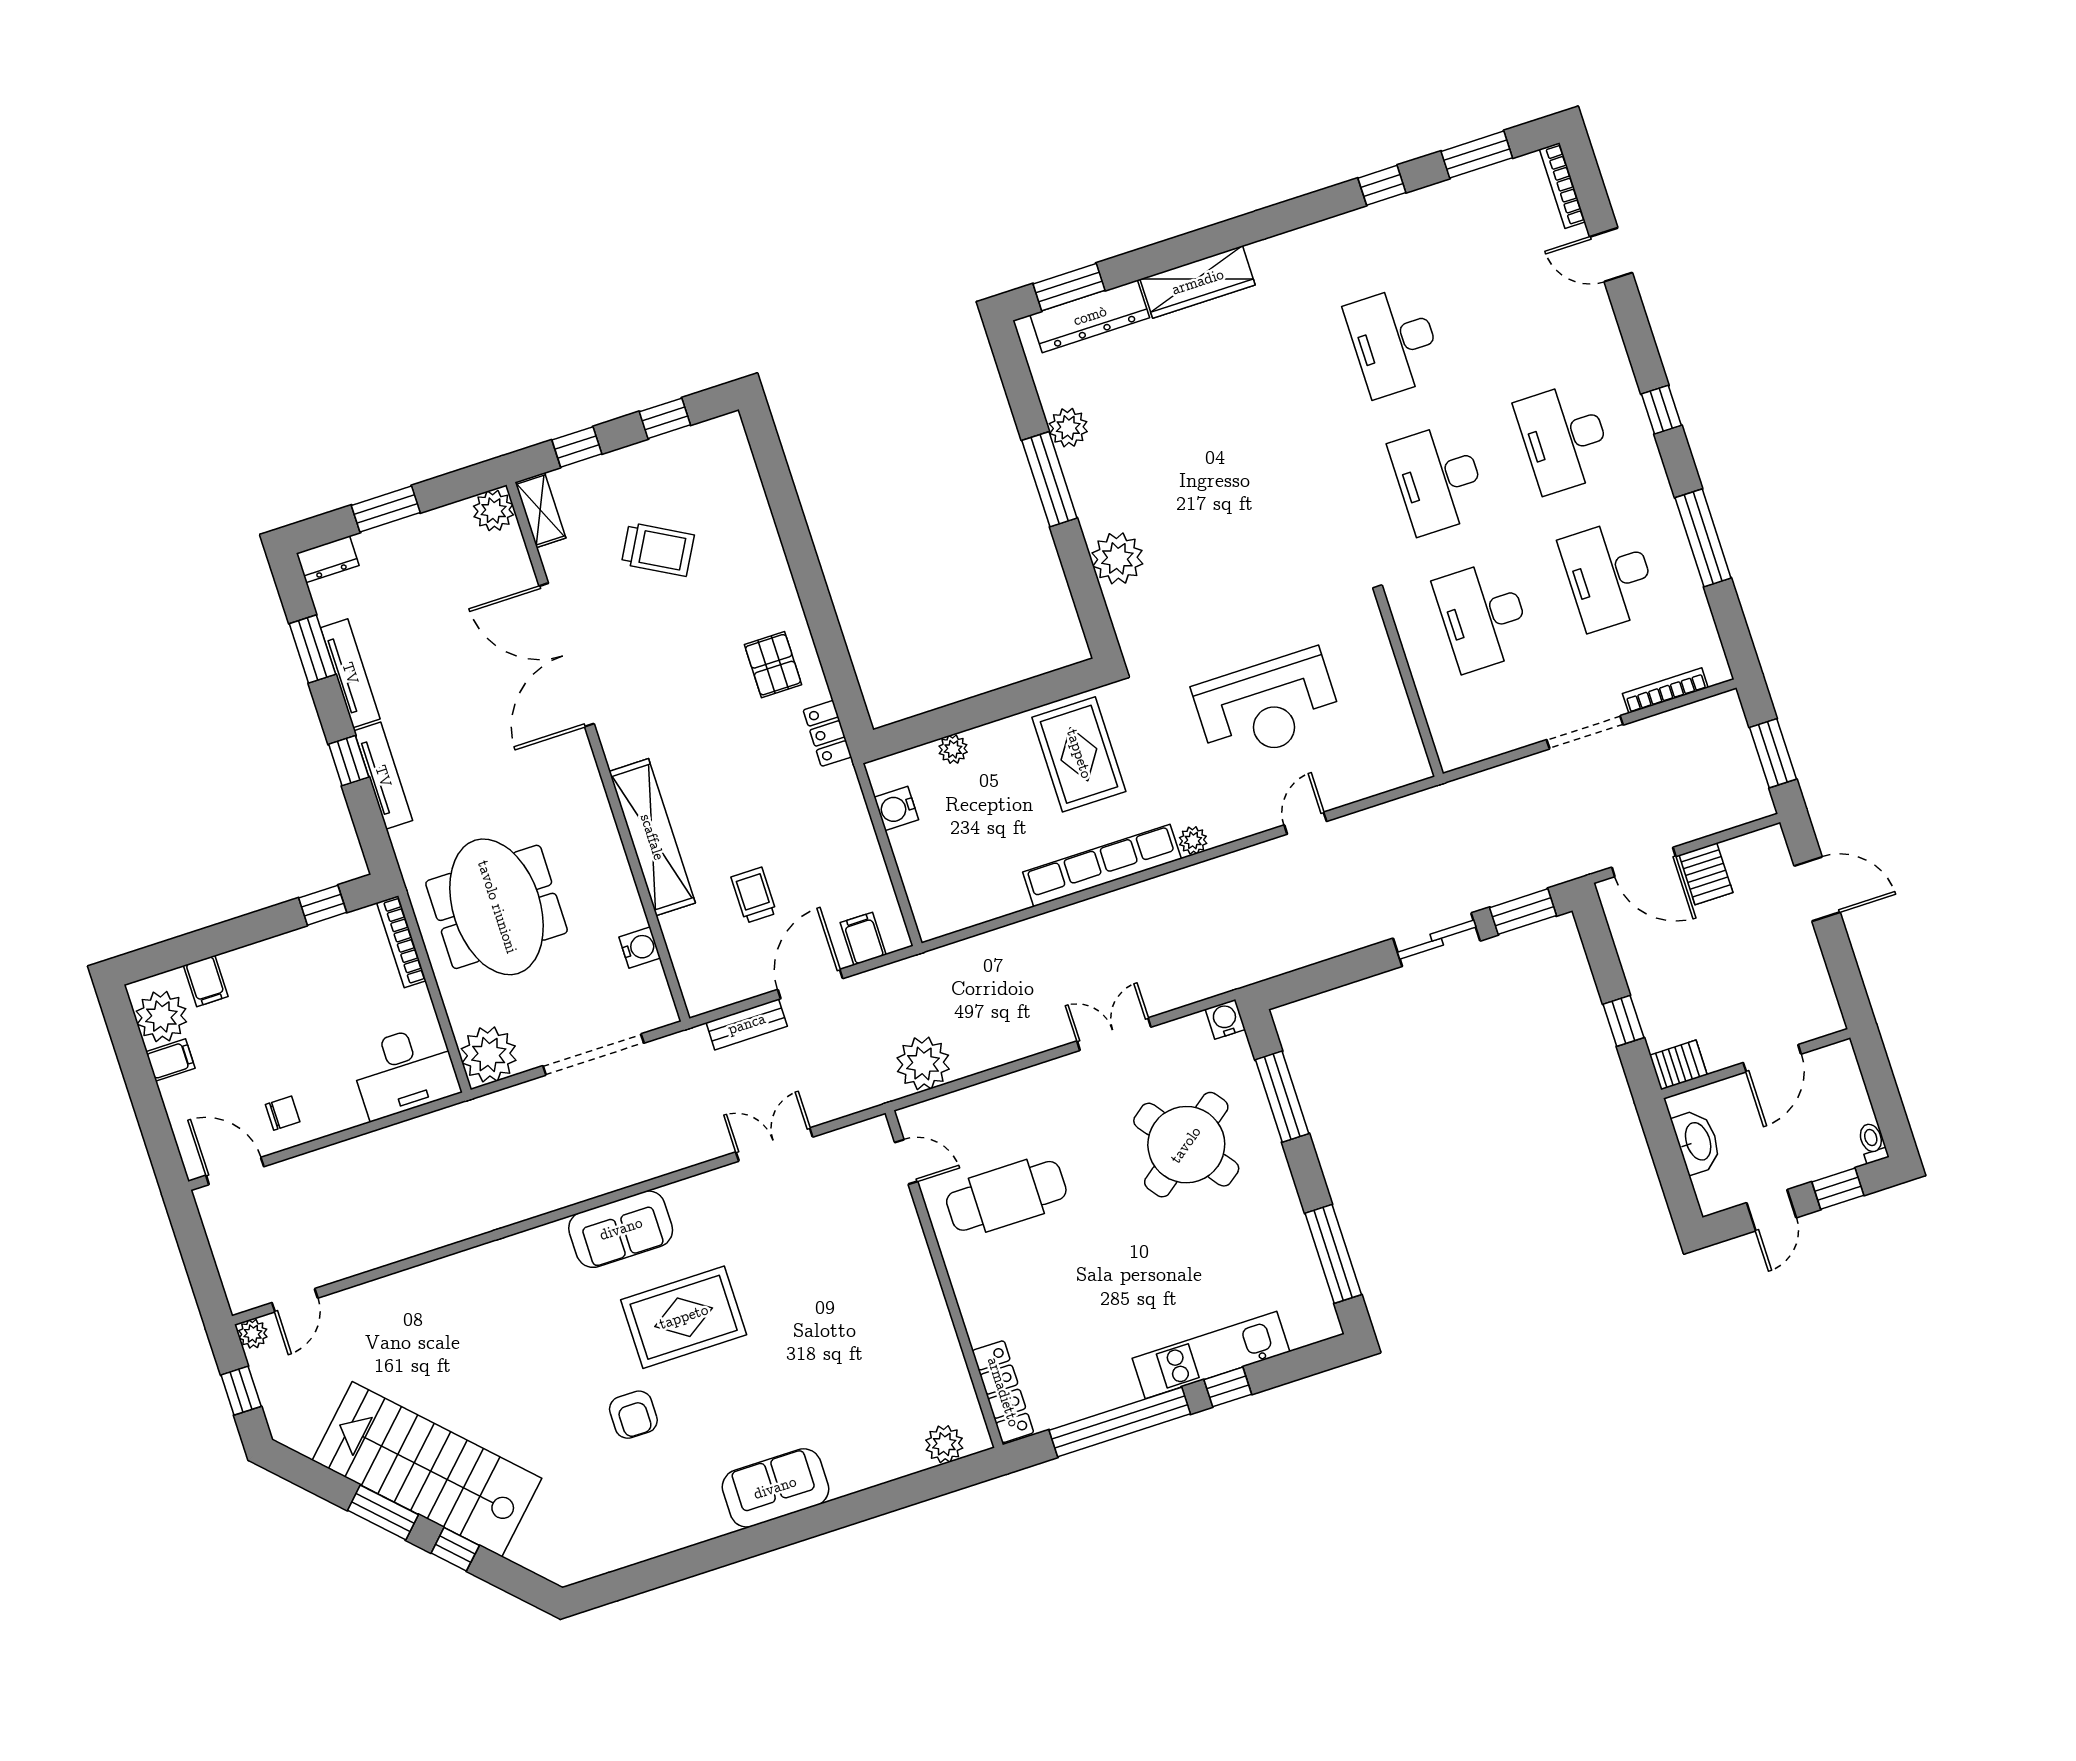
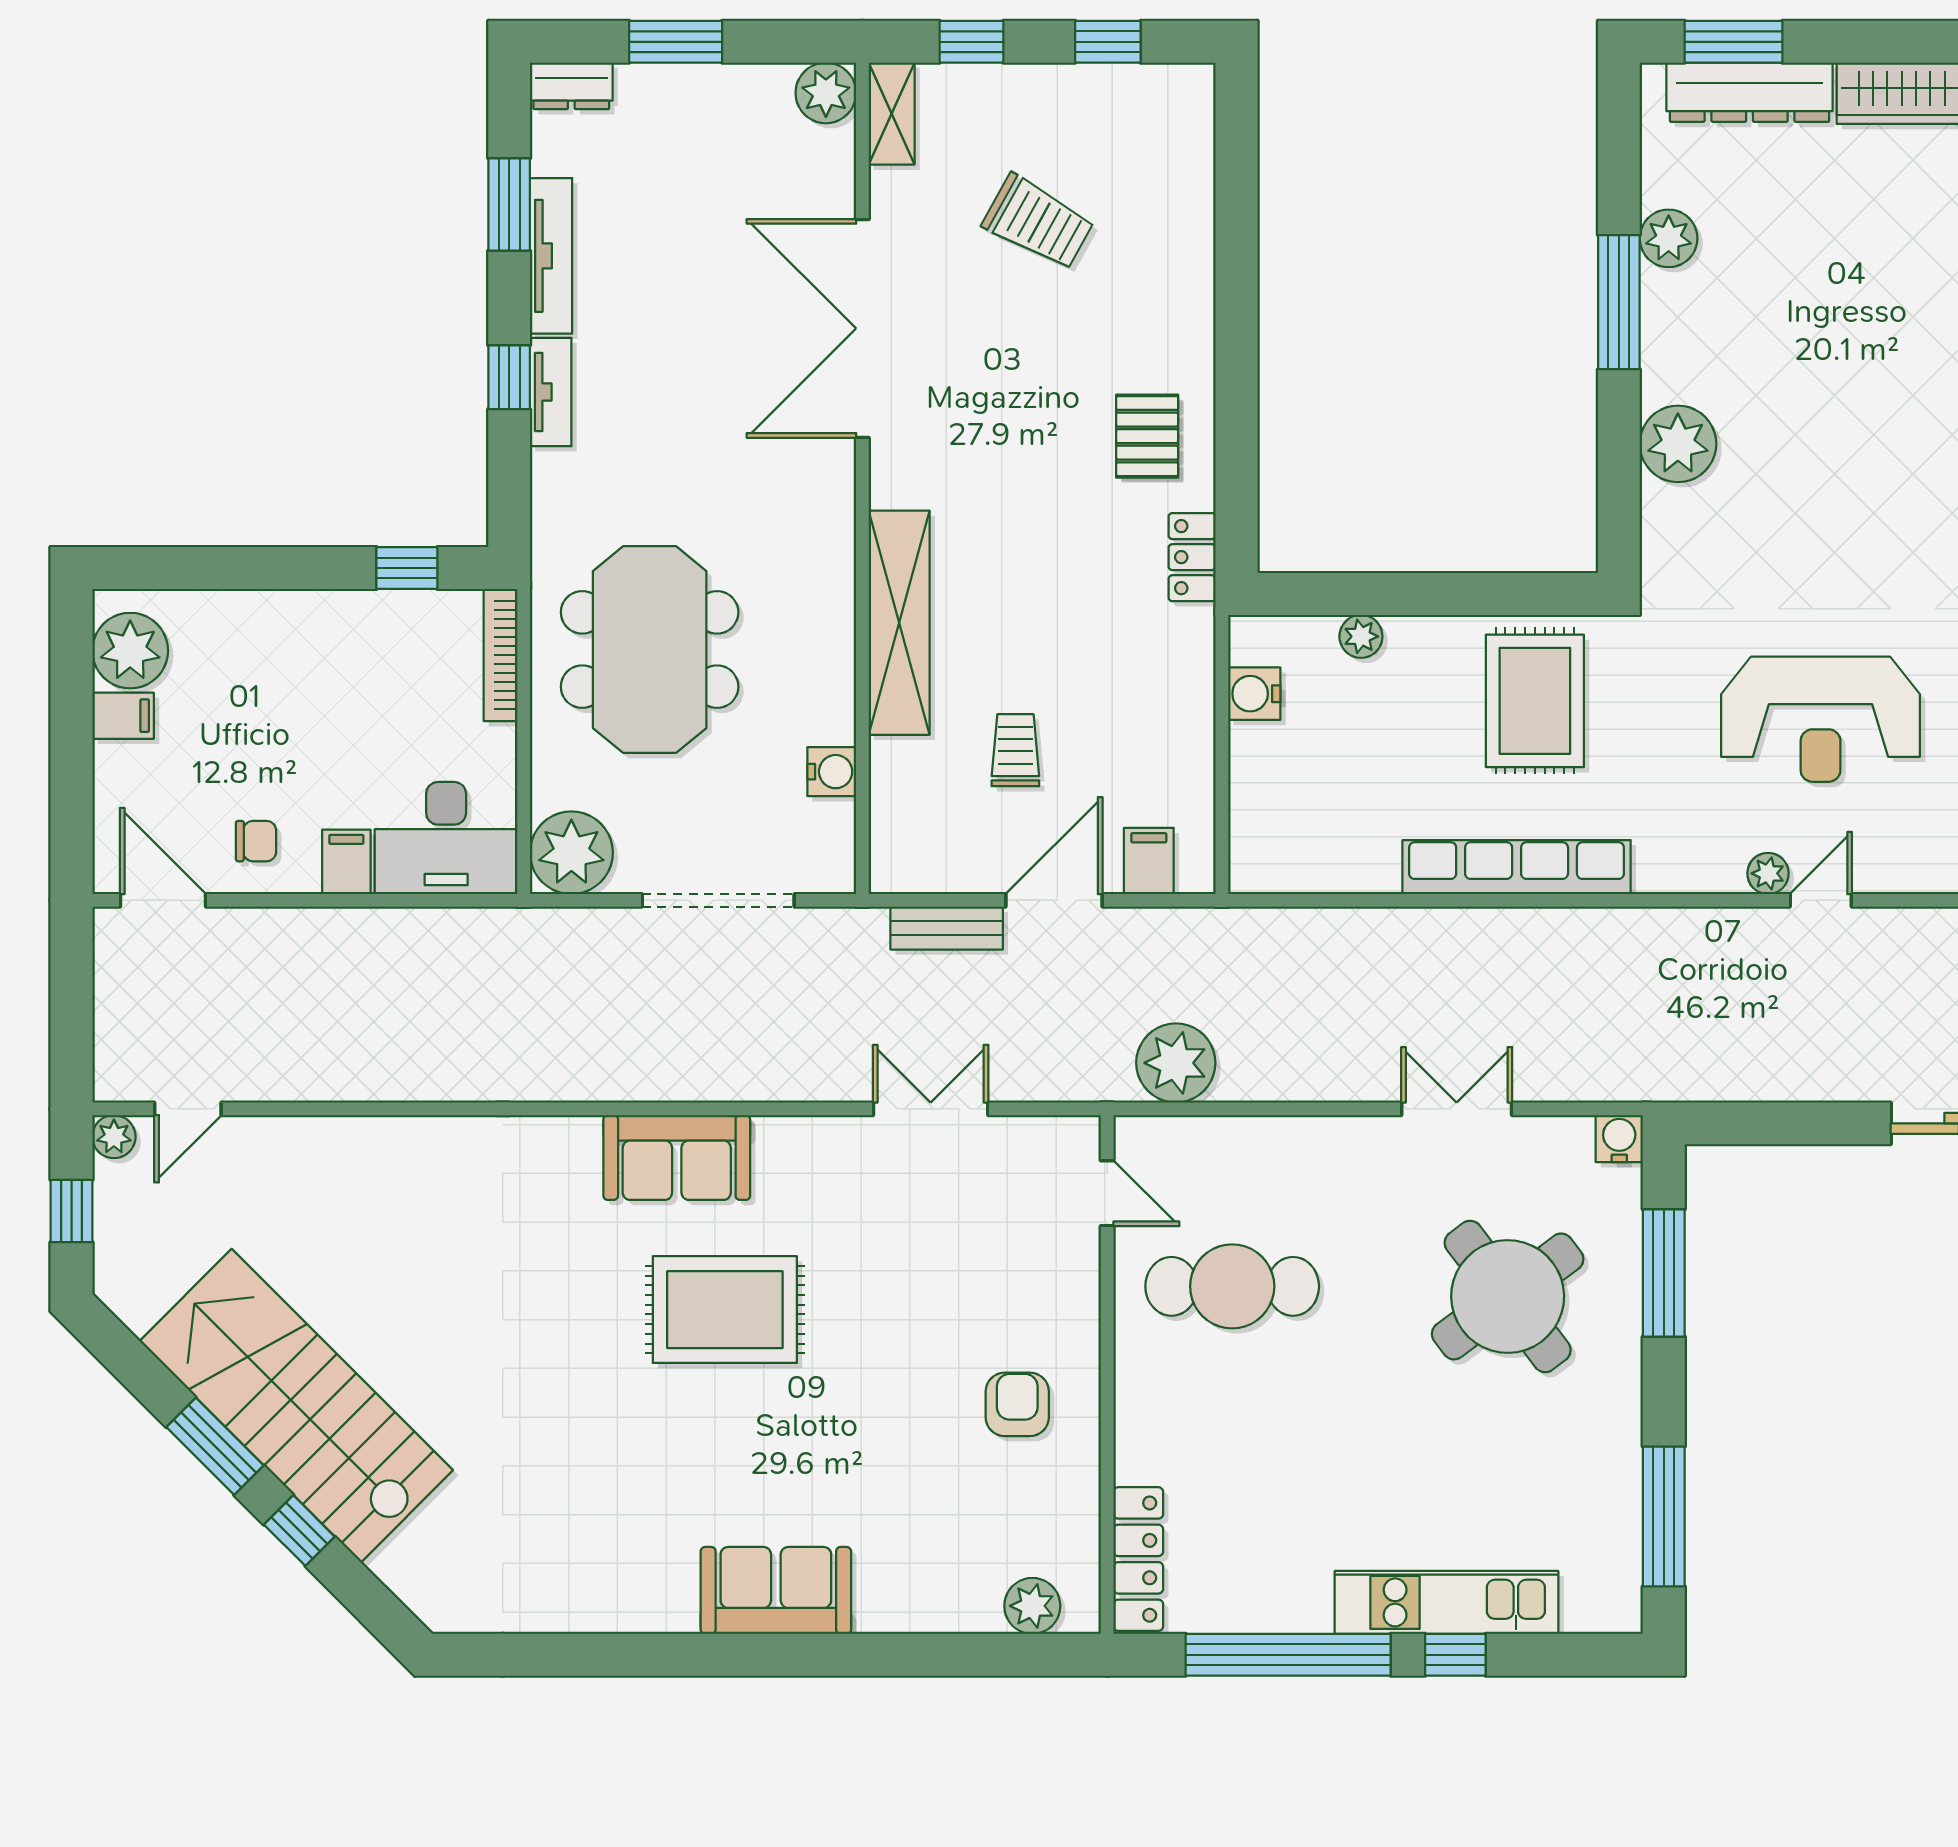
tv unit: (383, 776) -> (551, 392), width x0.71
plant: (1193, 840) -> (1768, 873), moved
filing cabinet: (206, 981) -> (346, 862), moved, turned 180
armchair: (633, 1415) -> (1017, 1404), moved, turned 180

